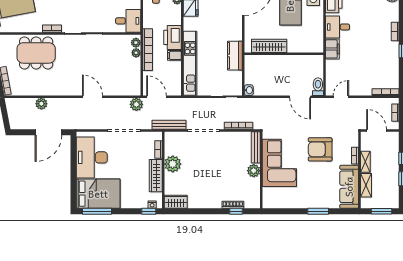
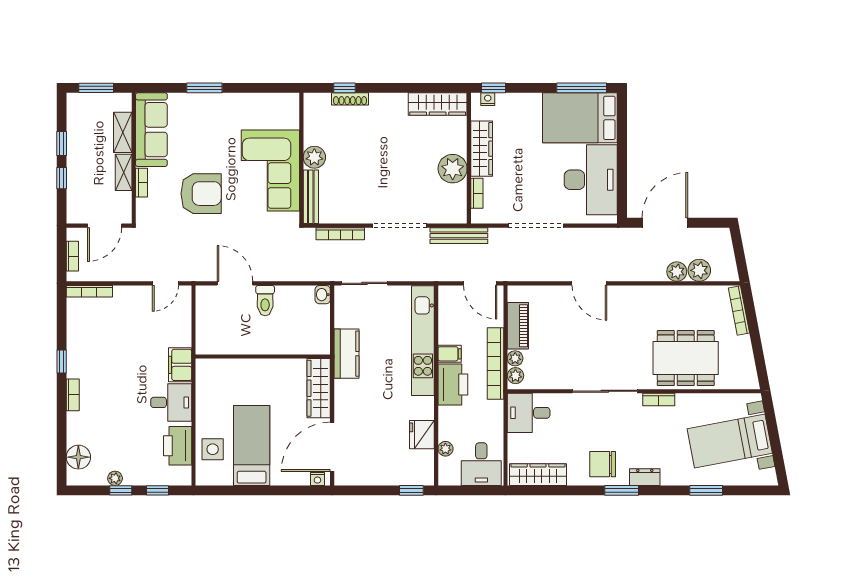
wardrobe: (269, 46) -> (319, 388), moved, turned 90
piano: (134, 72) -> (518, 326), added
toilet: (318, 87) -> (265, 301), moved
plant: (136, 104) -> (699, 270), moved
door: (377, 131) -> (105, 226), hinge flipped
wardrobe: (176, 202) -> (438, 104), width x1.50

